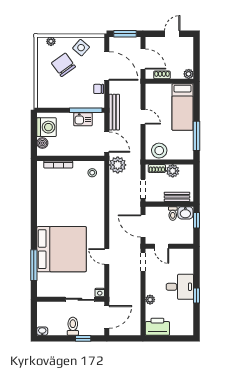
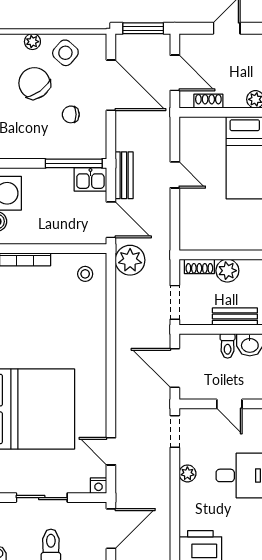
plant: (51, 41) -> (32, 42), moved
chair: (99, 89) -> (71, 114), moved
bench: (114, 112) -> (124, 175), width x0.73
kitchen sink: (83, 119) -> (90, 179), moved
stool: (159, 151) -> (204, 235), removed
door: (162, 246) -> (229, 404), moved
door: (107, 256) -> (111, 451), moved
sliding door: (80, 299) -> (42, 498), moved
plant: (150, 300) -> (187, 473), moved

